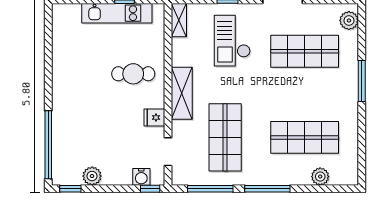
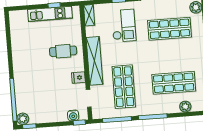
checkout: (232, 41) -> (124, 26), turned 180
shelving: (182, 93) -> (94, 61), width x1.47
plant: (92, 176) -> (23, 119), moved

